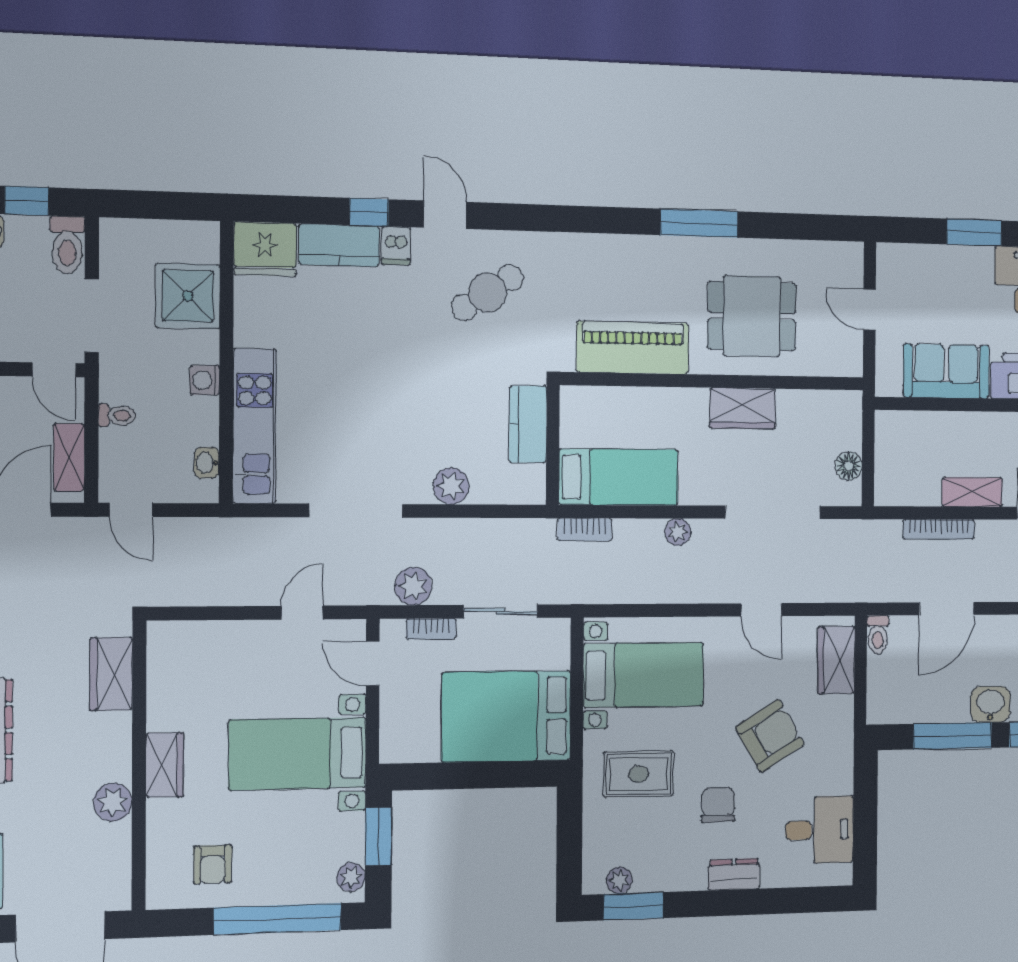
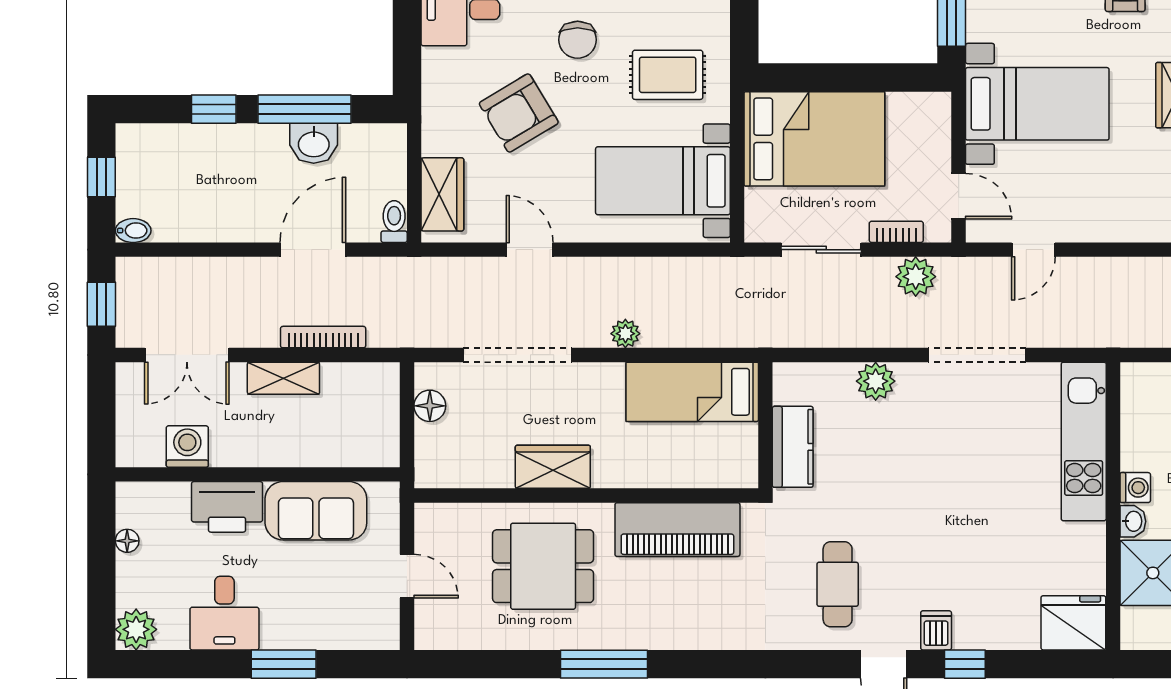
kitchen counter: (339, 245) -> (996, 629), removed
cafe table: (487, 293) -> (838, 584), turned -57
washbasin: (207, 463) -> (1133, 521), moved
bookcase: (585, 530) -> (730, 336), removed
washbasin: (990, 704) -> (314, 143), moved

